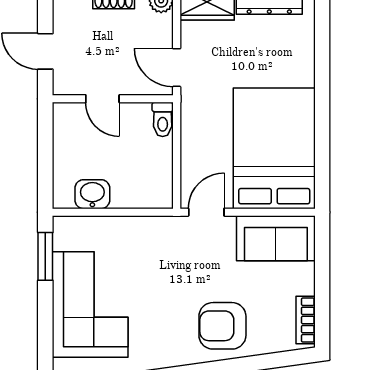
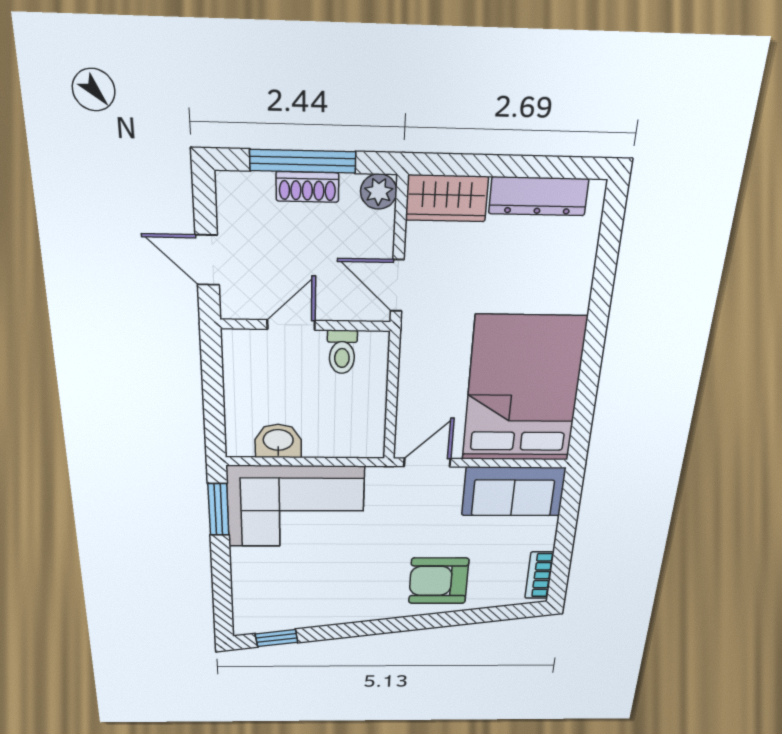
door: (102, 99) -> (291, 325), swing flipped
toilet: (163, 119) -> (342, 352), moved
corner sofa: (90, 305) -> (296, 507), moved, turned 90

